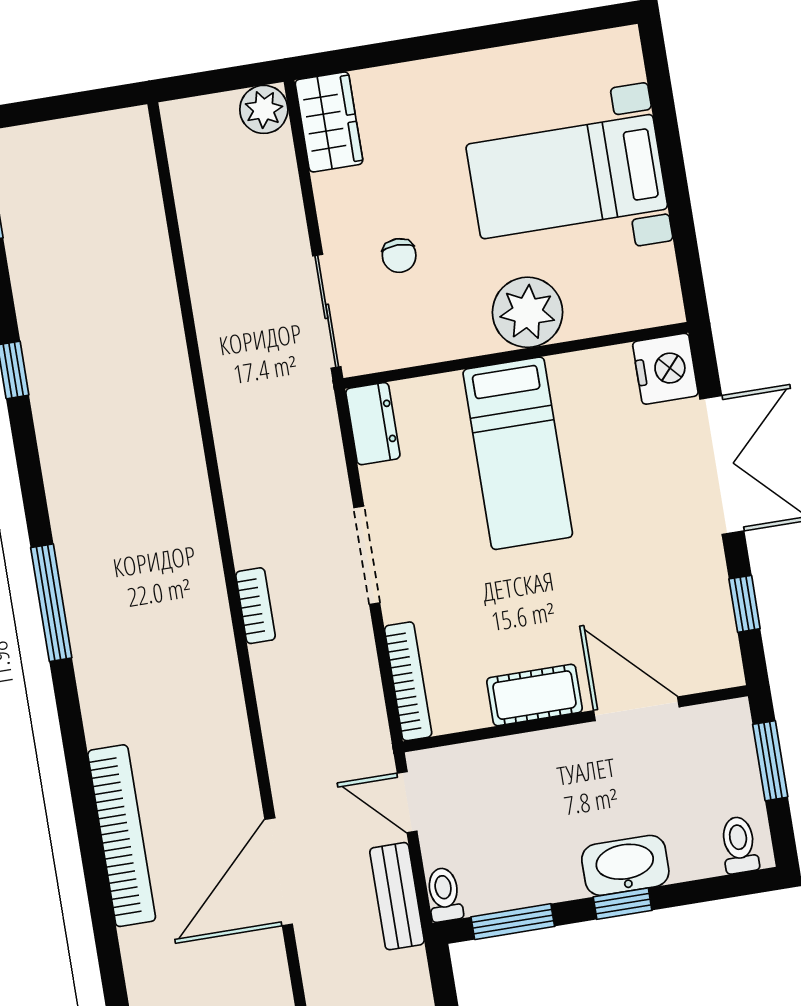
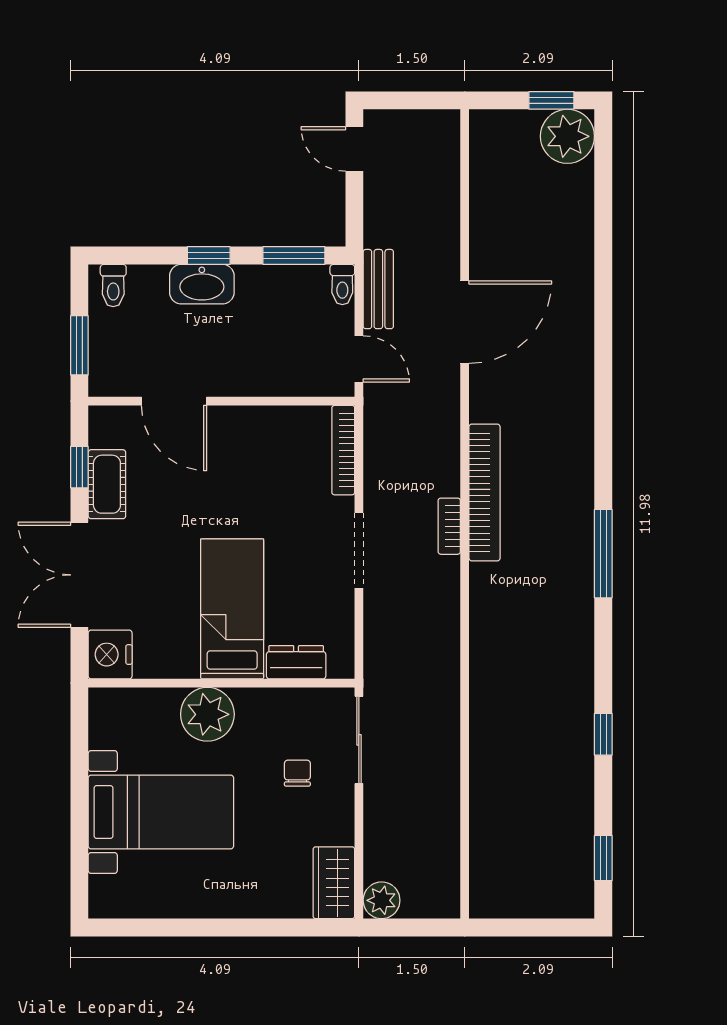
dresser: (373, 424) -> (296, 662), moved, turned 90
cot: (534, 695) -> (107, 484), moved, turned 90
bookcase: (122, 836) -> (484, 493), moved, turned 180

